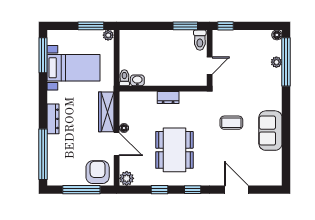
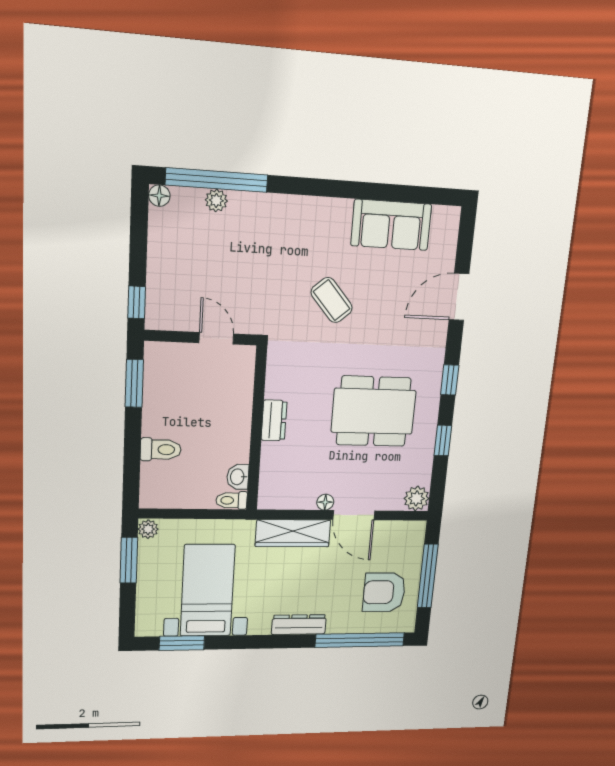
toilet: (200, 40) -> (161, 450), moved
window: (43, 55) -> (182, 643), width x0.69
coffee table: (231, 123) -> (332, 300), turned -41
sofa: (270, 131) -> (391, 225), moved
door: (117, 144) -> (354, 515), swing flipped
armchair: (98, 172) -> (384, 592), moved

